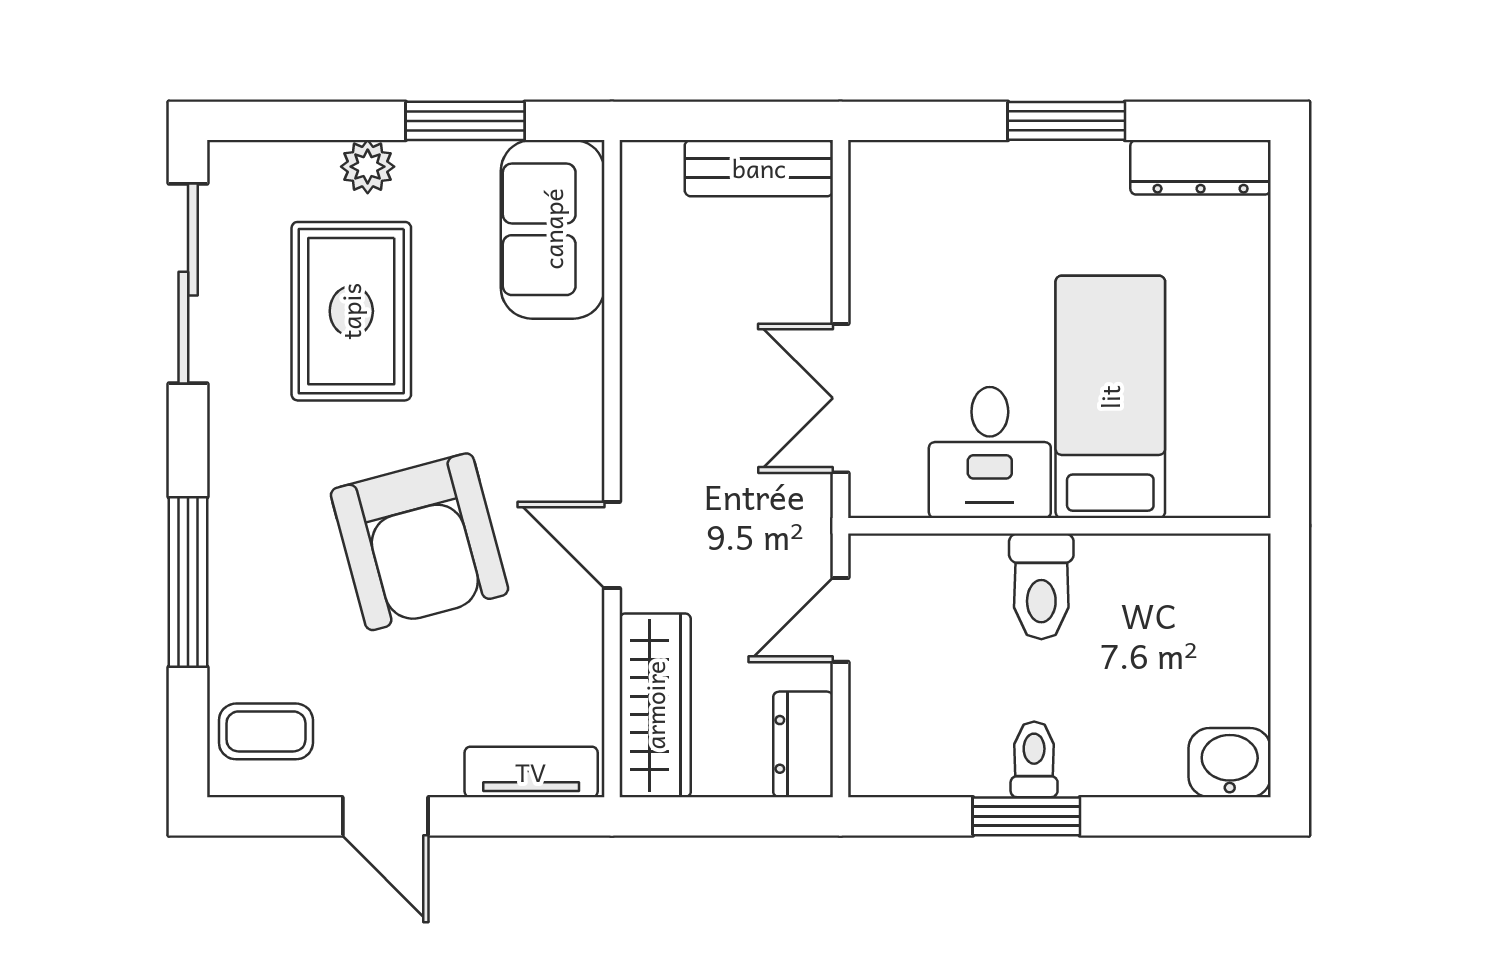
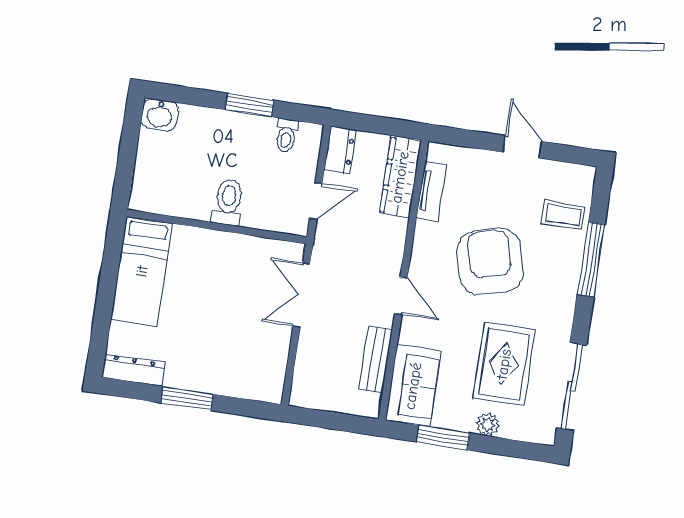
bench: (759, 168) -> (376, 359), moved, turned 90
bed: (1110, 397) -> (142, 271), moved
double door: (840, 398) -> (302, 295), swing flipped
desk: (990, 452) -> (241, 262), removed
door: (612, 545) -> (401, 296), moved
coffee table: (266, 731) -> (563, 215), moved
toilet: (1034, 759) -> (286, 136), moved
tv unit: (531, 772) -> (431, 191), moved, turned -90

